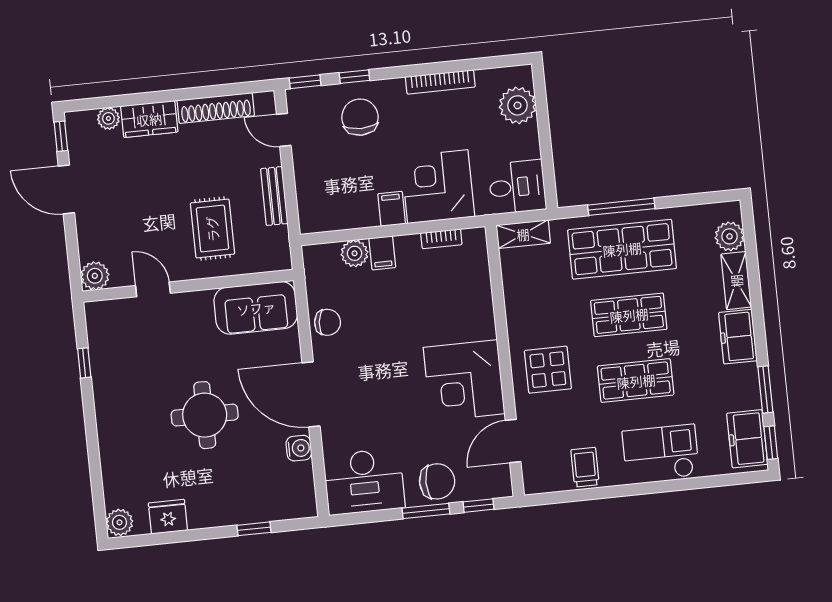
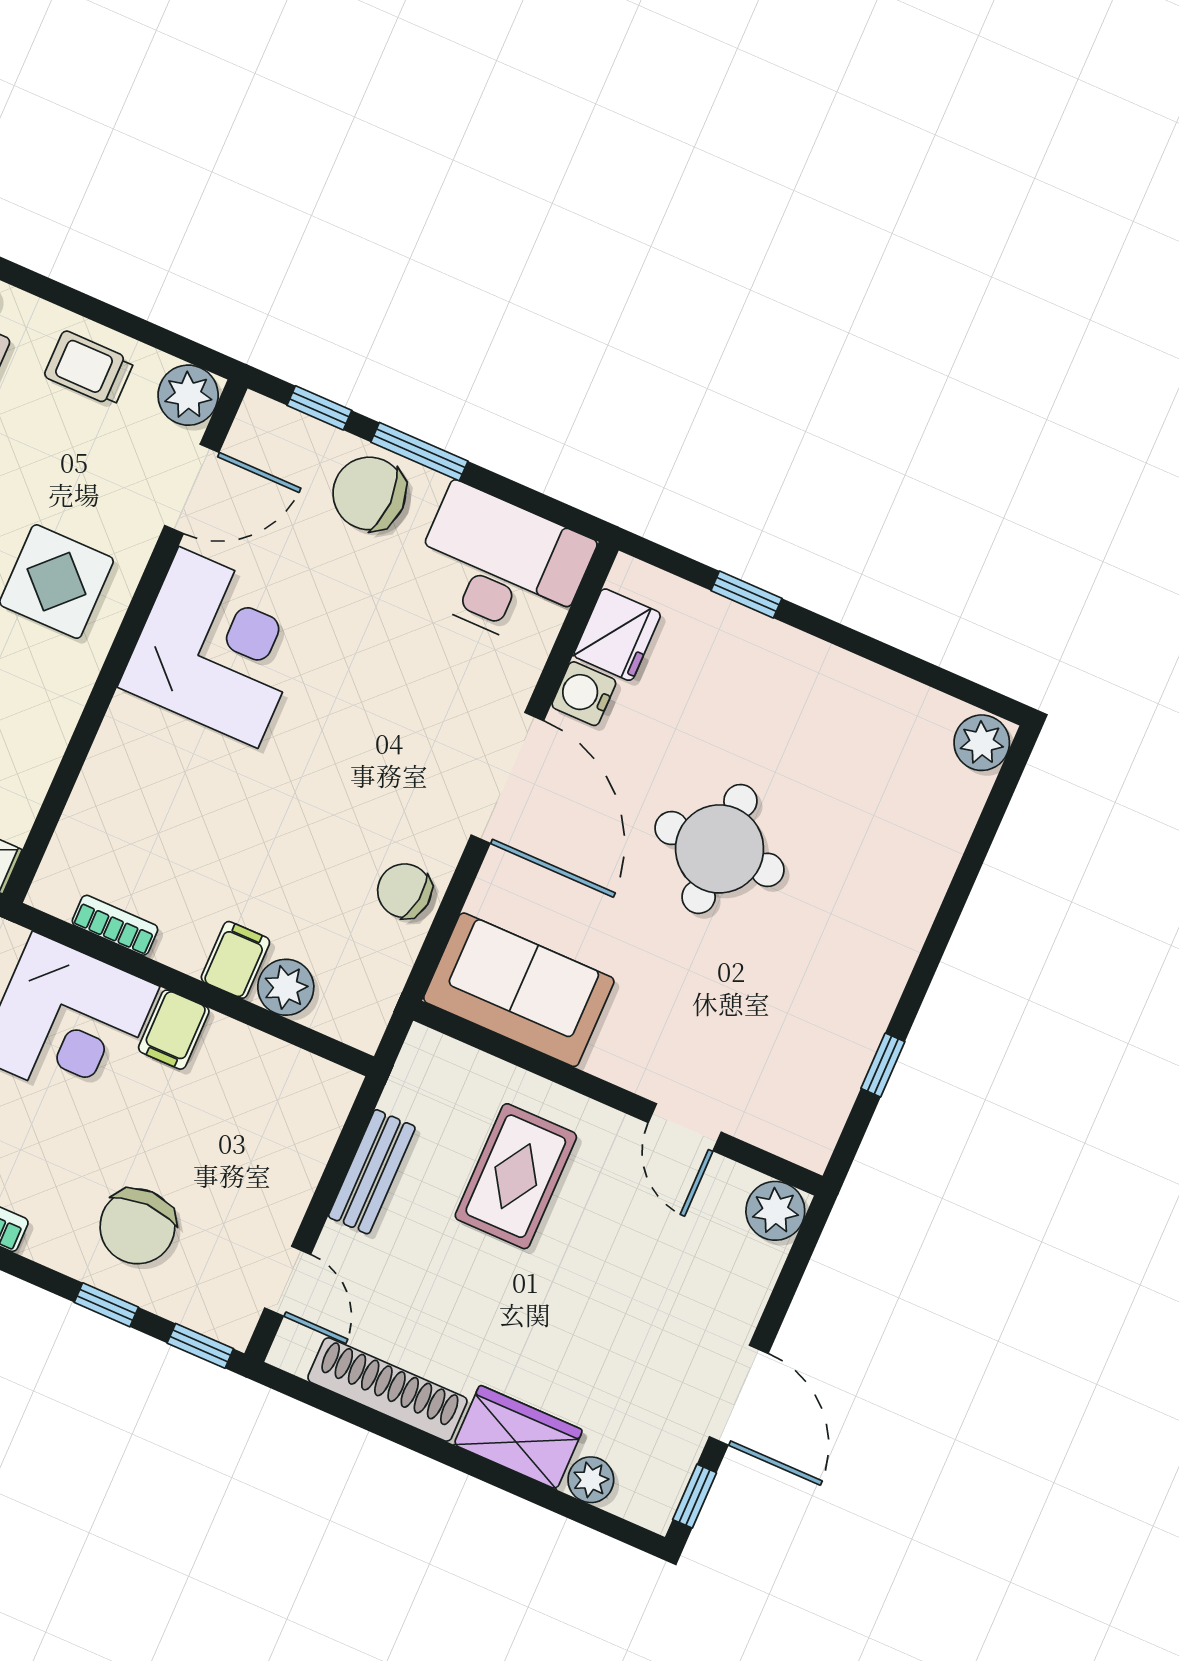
trolley: (585, 467) -> (89, 368), turned 90
plant: (537, 480) -> (188, 395), added
fridge: (168, 517) -> (617, 635), moved, turned -90

